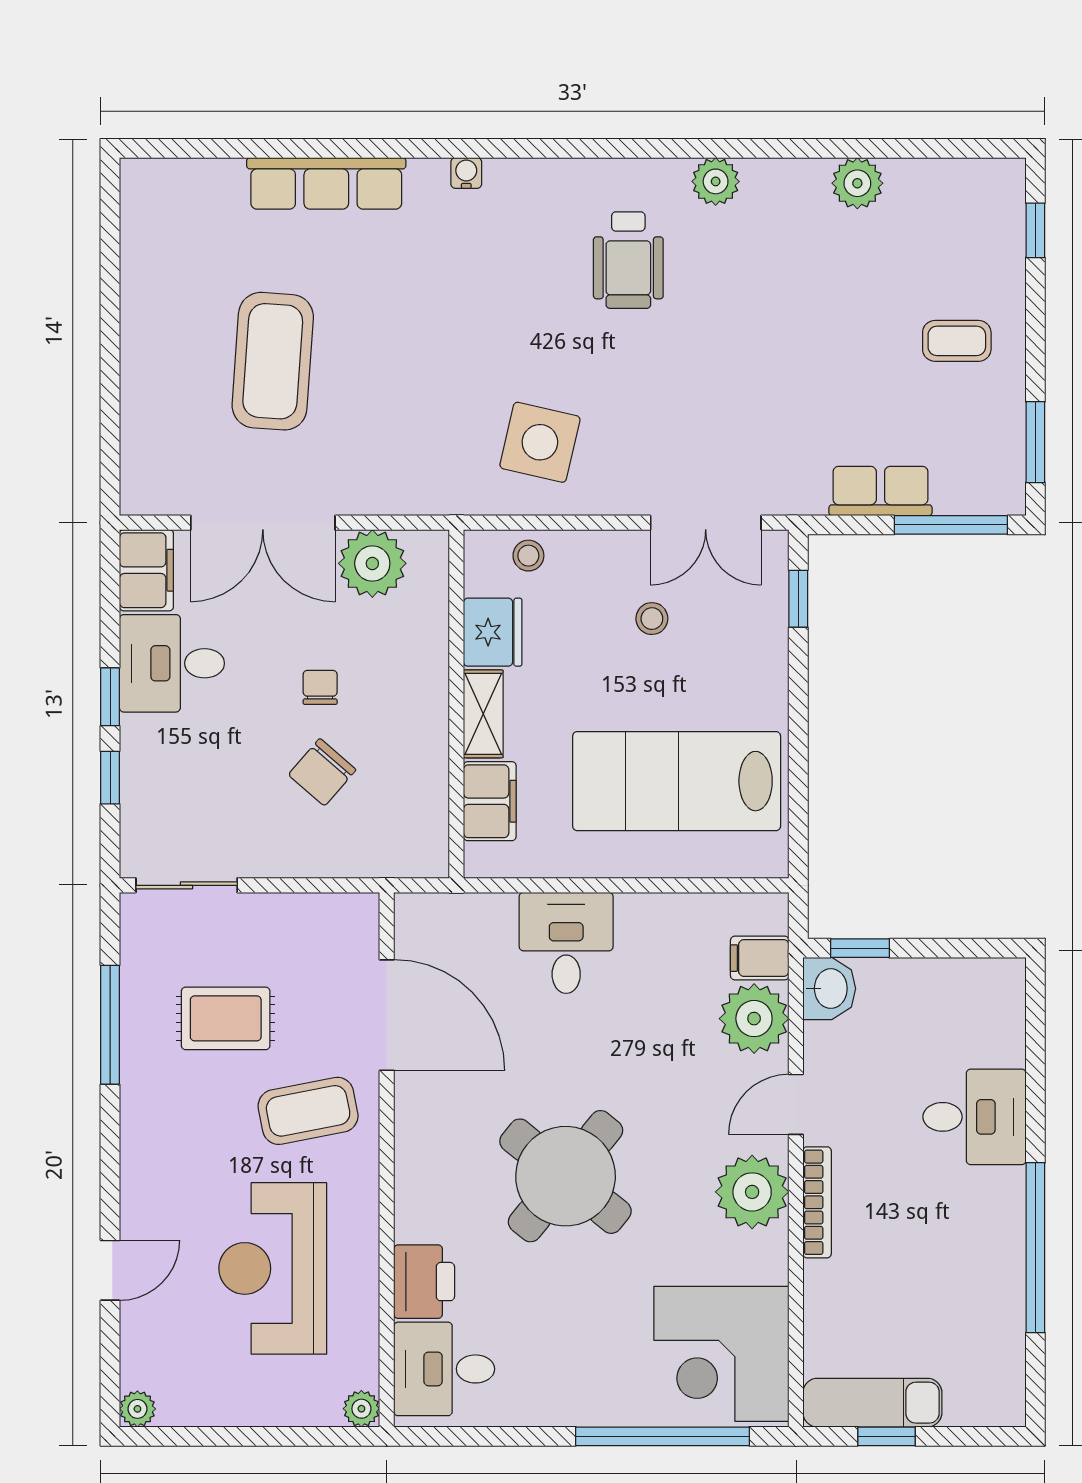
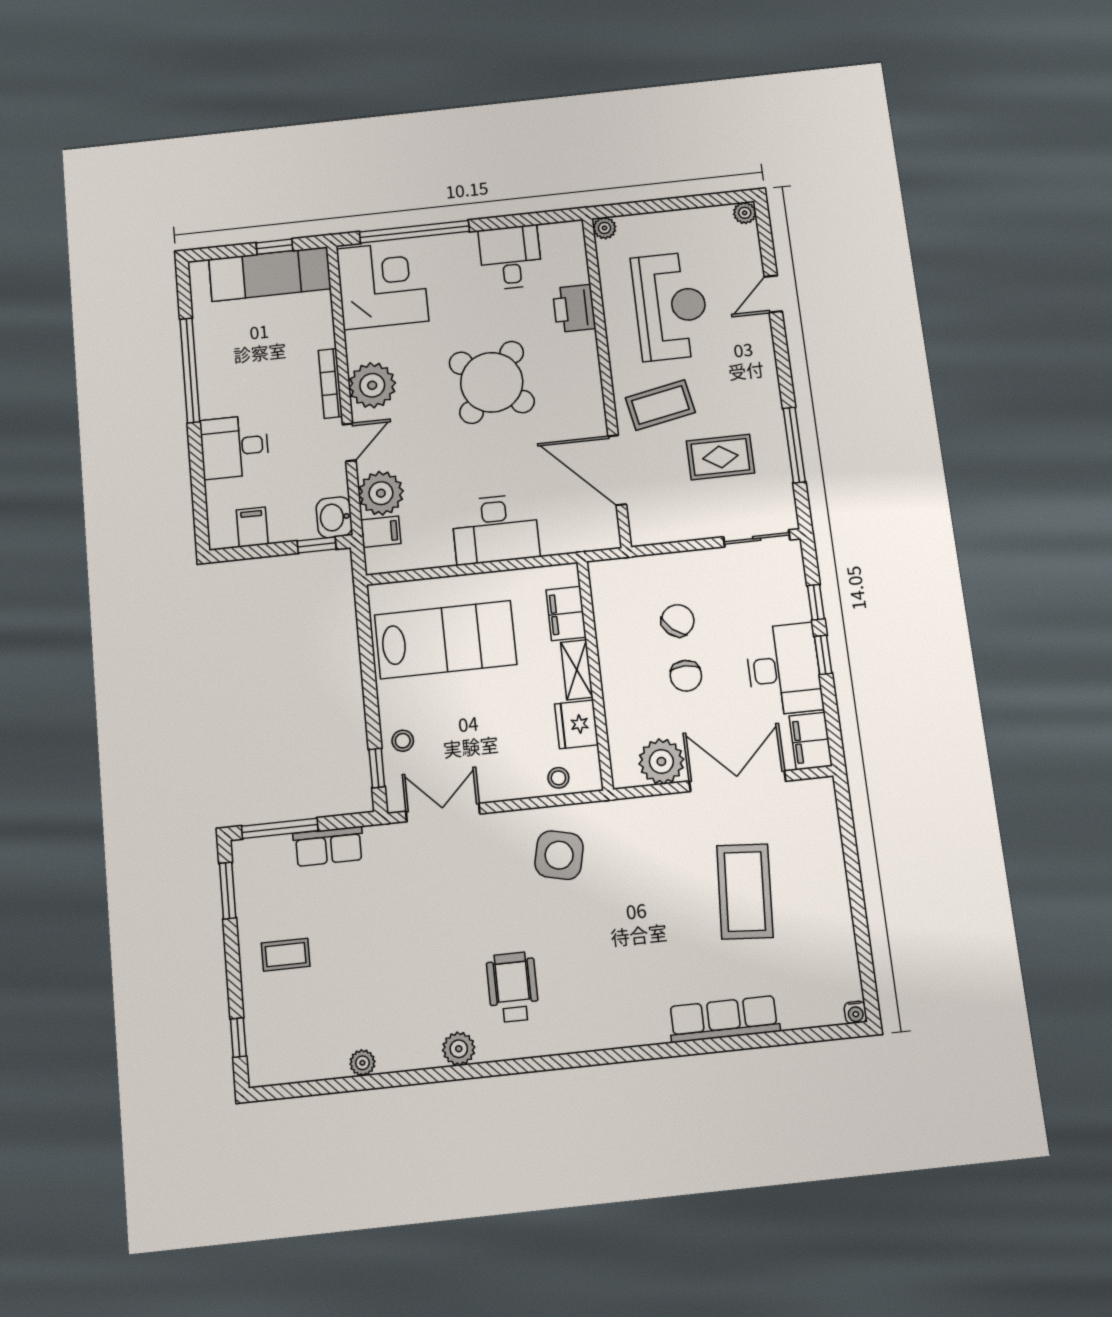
water cooler: (466, 173) -> (856, 1012), moved
plant: (857, 183) -> (362, 1063), width x0.73, depth x0.73
stool: (652, 619) -> (403, 741), moved
desk: (172, 663) -> (784, 669), width x1.37
chair: (320, 687) -> (686, 676), width x1.37, depth x1.37
desk: (566, 943) -> (495, 529), width x1.37
filing cabinet: (957, 987) -> (252, 527), added
desk: (444, 1369) -> (510, 257), moved, turned -90
exam couch: (872, 1403) -> (270, 274), width x1.36, depth x1.45

